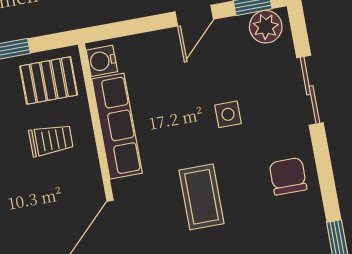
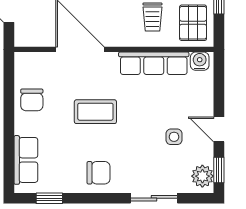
side table: (228, 114) -> (174, 137), moved

